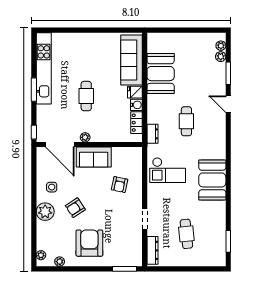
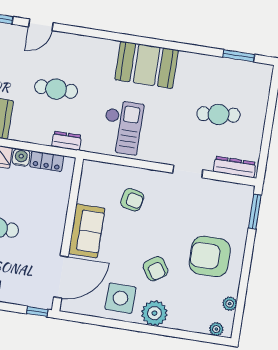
plant: (85, 137) -> (56, 239), removed
side table: (52, 187) -> (120, 298), width x1.87, depth x1.87

